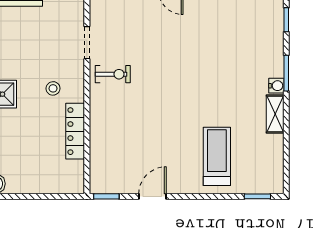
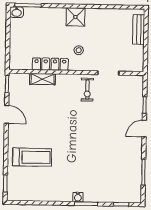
shelving: (275, 114) -> (43, 79), moved

